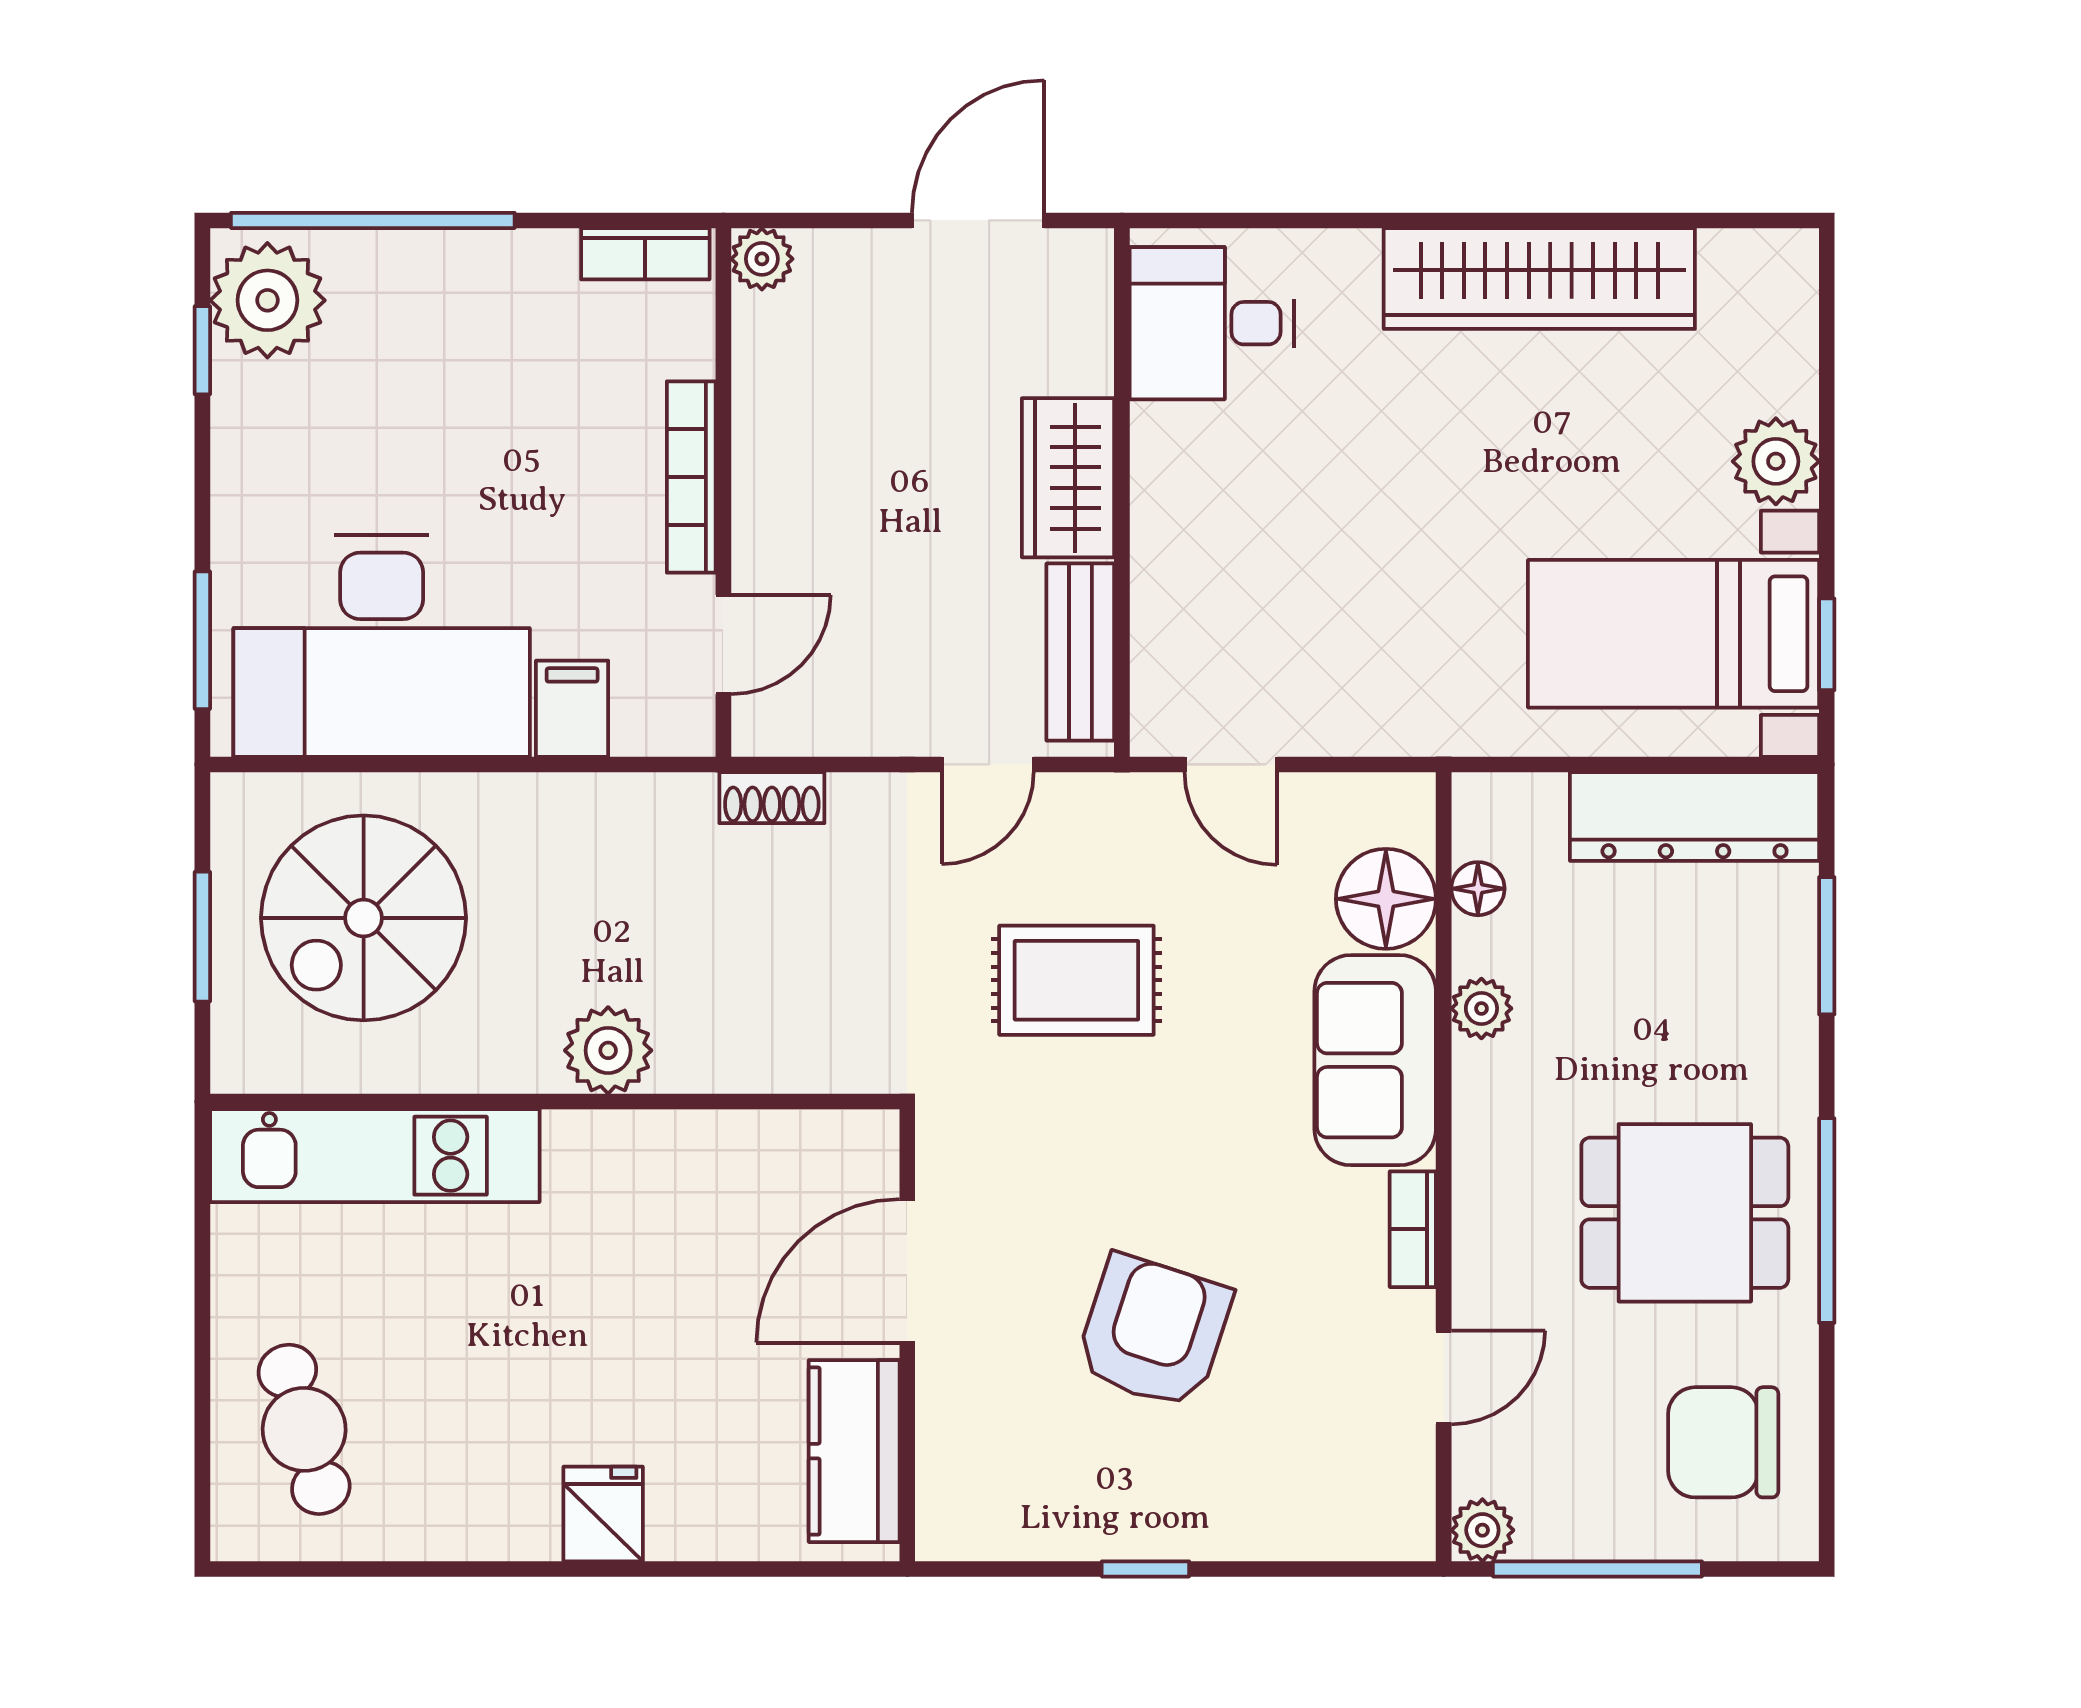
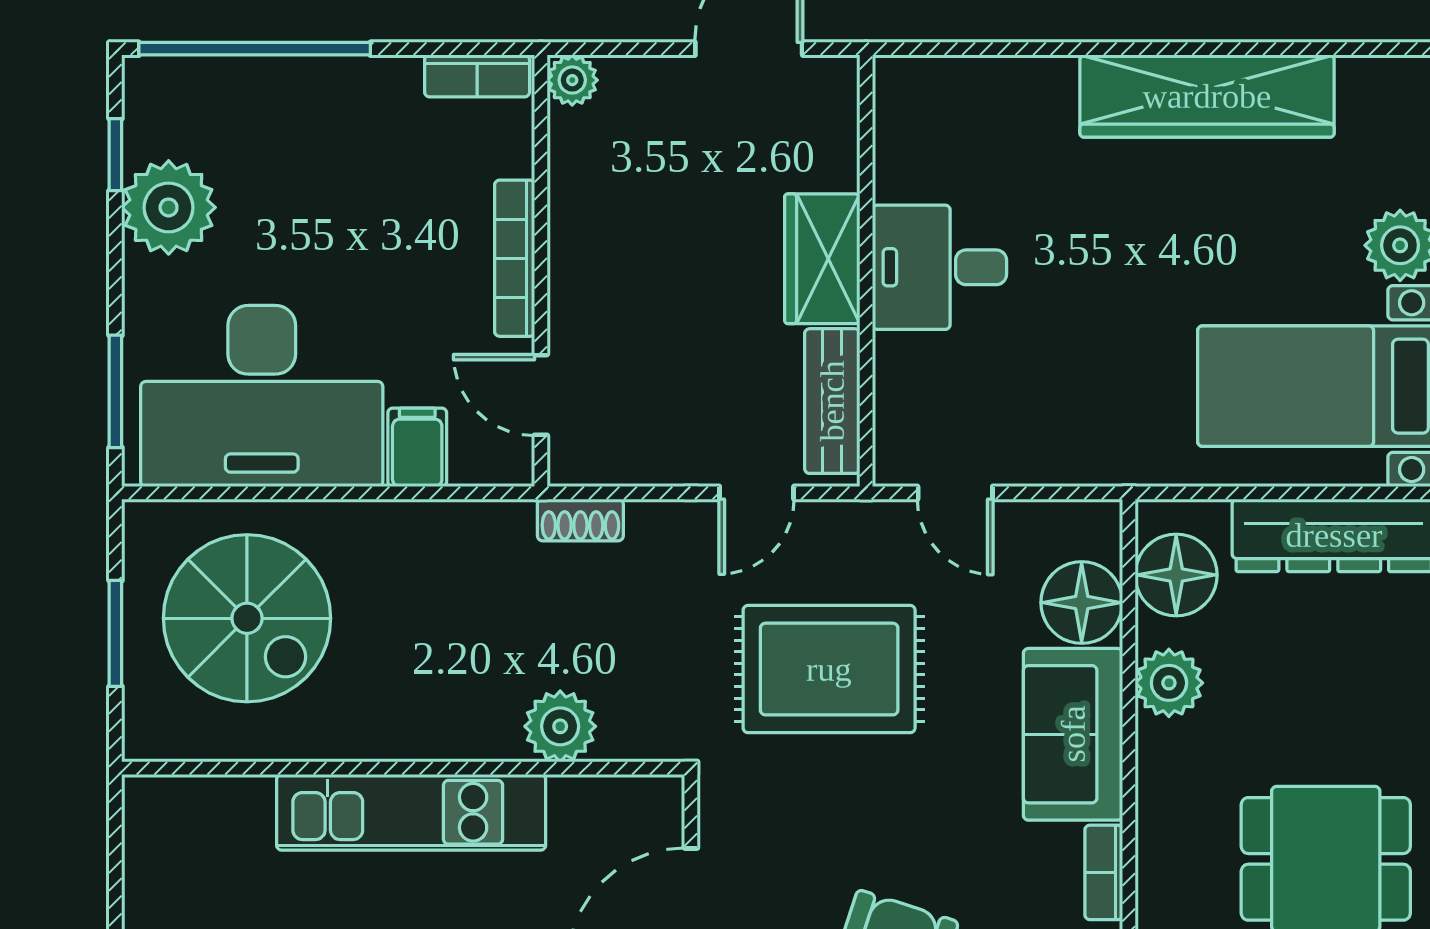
plant: (267, 300) -> (169, 207), moved
desk: (1212, 323) -> (939, 267), moved
door: (723, 644) -> (541, 395), swing flipped
floor lamp: (1478, 889) -> (1176, 575), width x1.89, depth x1.89
spiral stairs: (364, 918) -> (247, 618), turned -90
rug: (1076, 980) -> (829, 669), width x1.36, depth x1.43
plant: (1481, 1008) -> (1169, 683), width x1.38, depth x1.38
plant: (608, 1050) -> (560, 726), moved
kitchen unit: (375, 1156) -> (411, 812), moved

